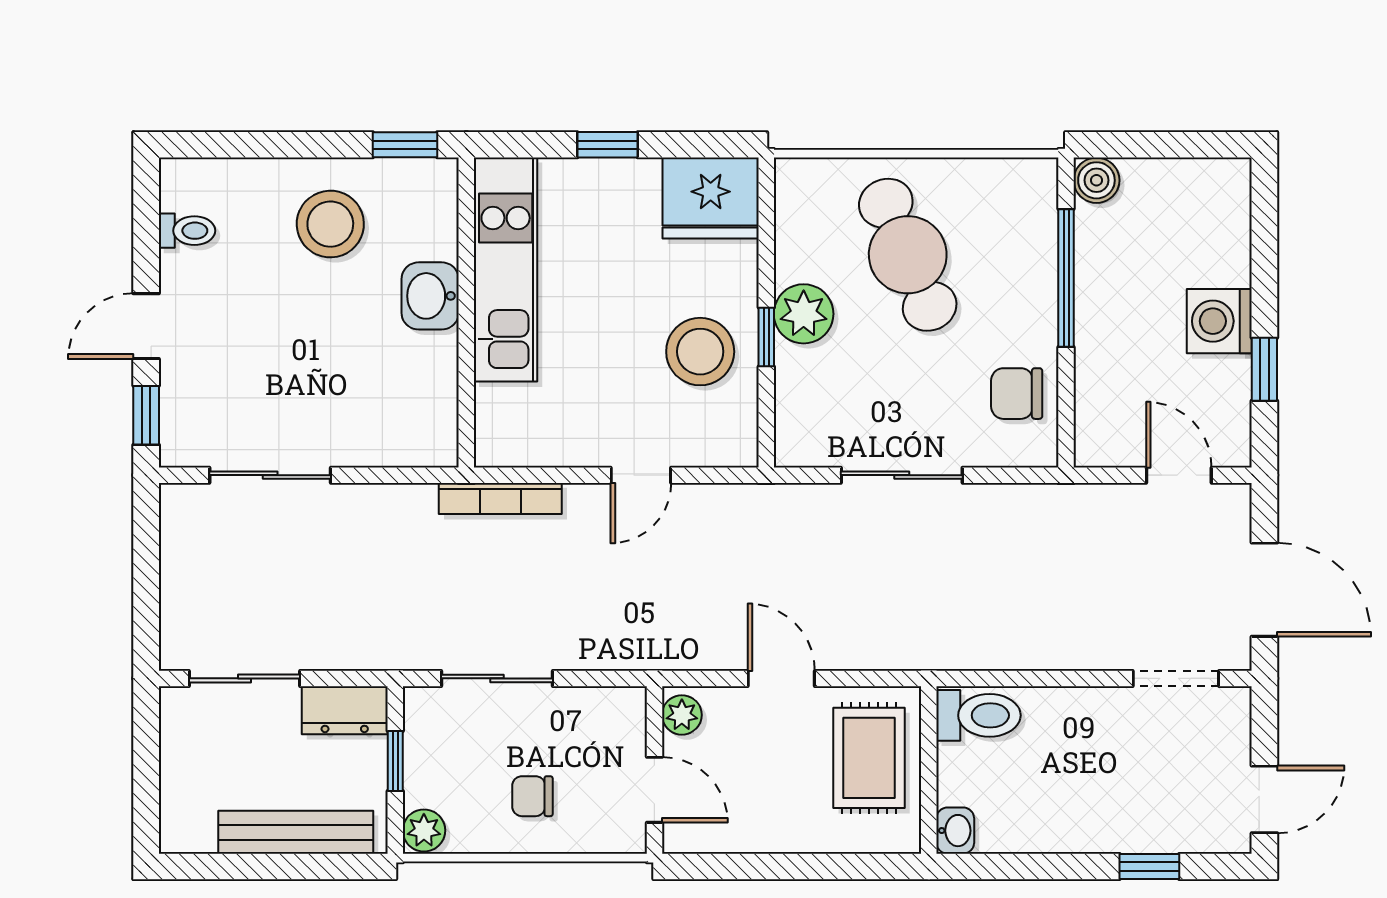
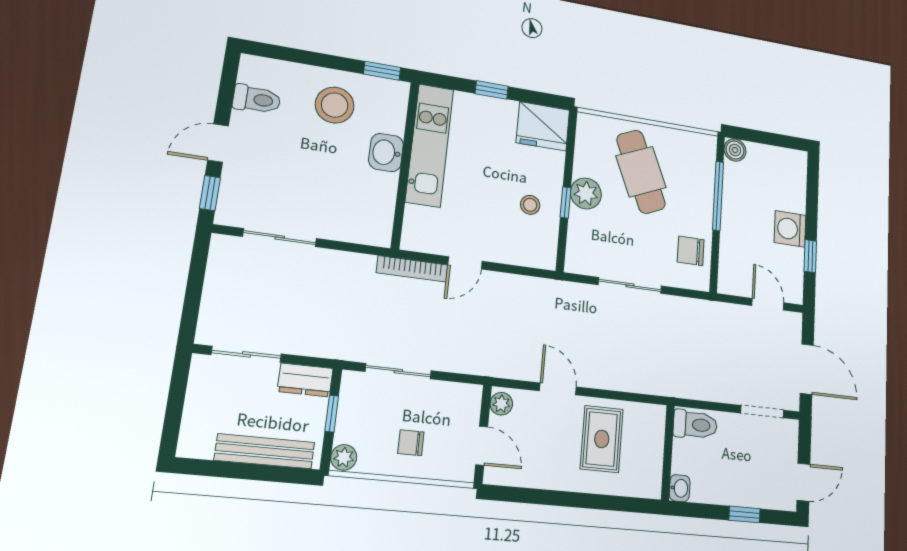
toilet: (187, 231) -> (257, 99), width x1.37, depth x1.39
stool: (700, 352) -> (530, 205), width x0.53, depth x0.53
door: (641, 475) -> (465, 263), moved
toilet: (979, 715) -> (695, 425), moved
wall: (929, 770) -> (668, 452), moved
washbasin: (955, 831) -> (680, 488), moved

